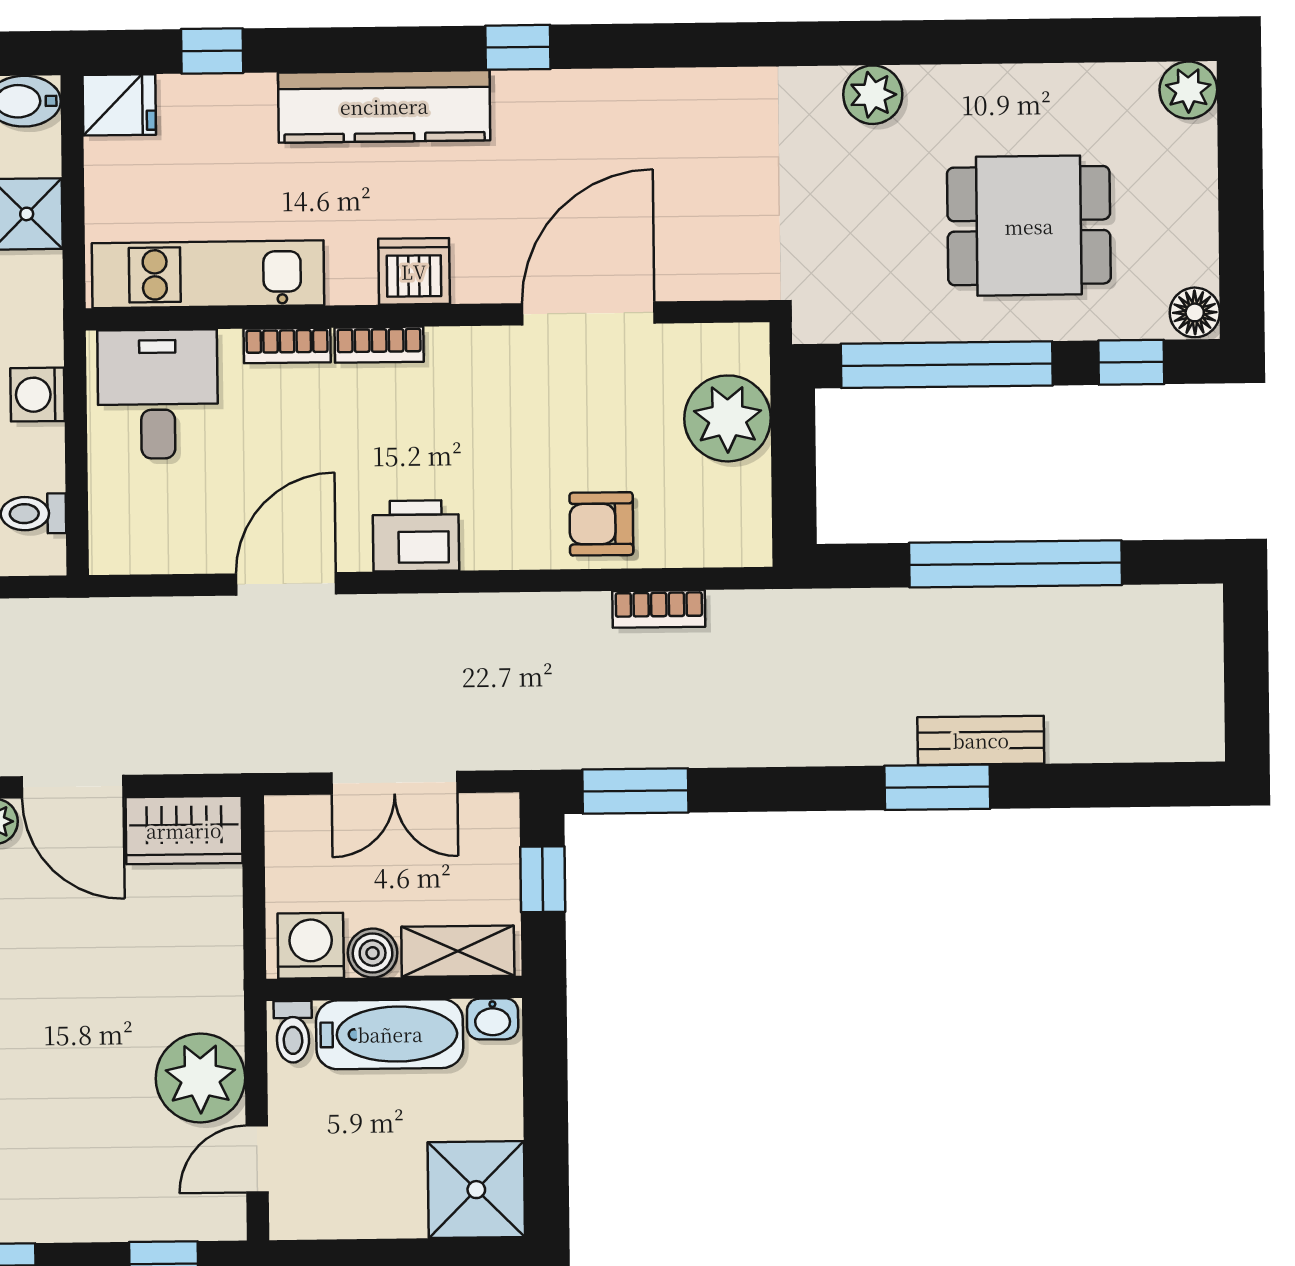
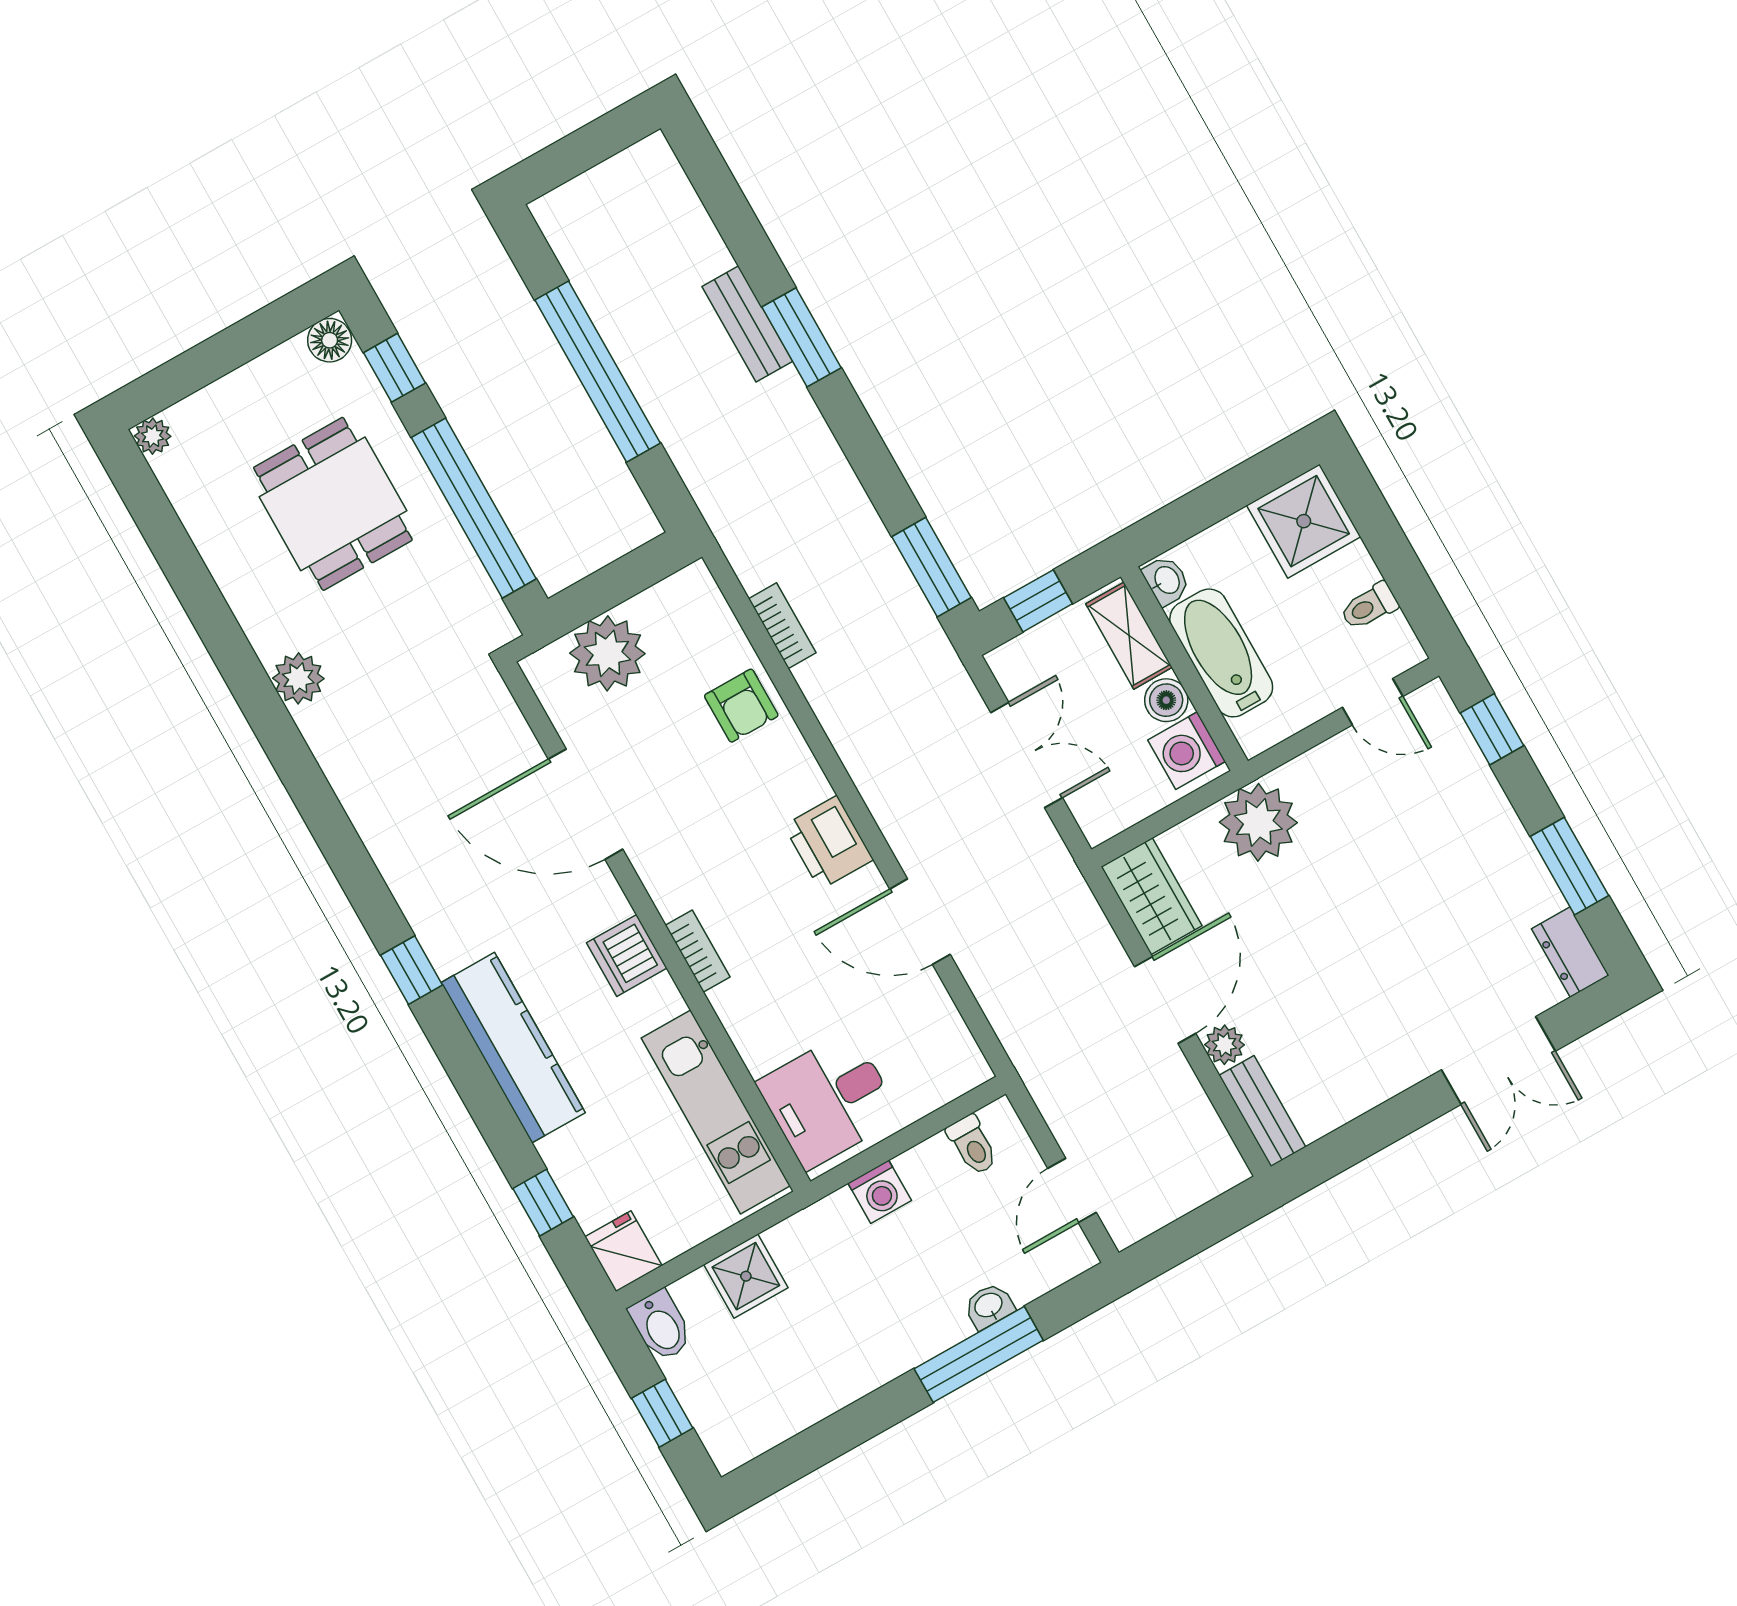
plant: (1188, 90) -> (153, 436), width x0.73, depth x0.73
bookcase: (287, 345) -> (737, 1021), removed
toilet: (293, 1032) -> (1369, 606), moved, turned 180
plant: (200, 1078) -> (1258, 822), moved

